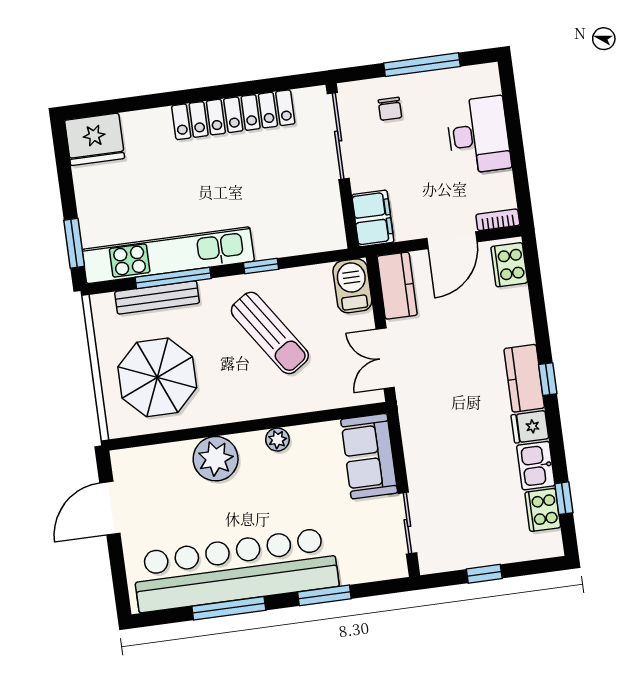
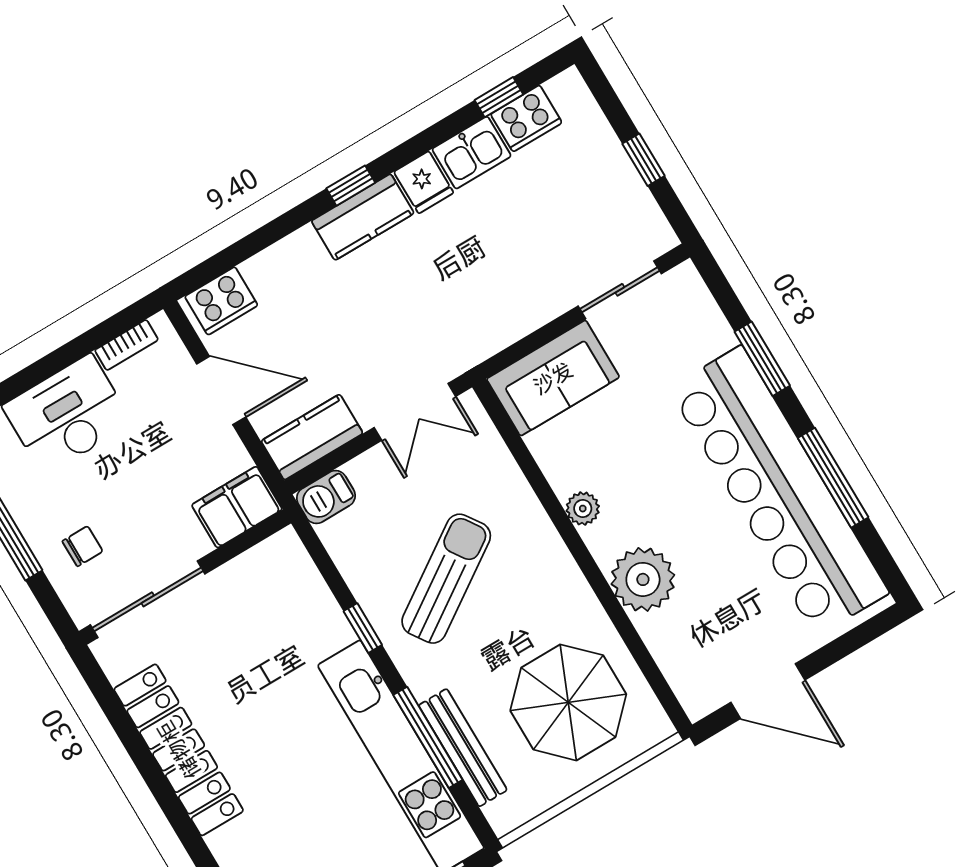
bookcase: (498, 220) -> (126, 345), moved, turned -90
barbecue: (352, 286) -> (326, 497), width x0.73, depth x0.79

